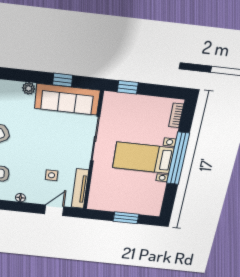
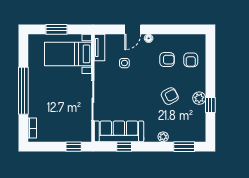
plant: (29, 88) -> (163, 137), moved
bed with nightstands: (143, 158) -> (68, 54), moved, turned 180
tv unit: (80, 189) -> (99, 48), width x0.71
door: (54, 210) -> (133, 29), moved

